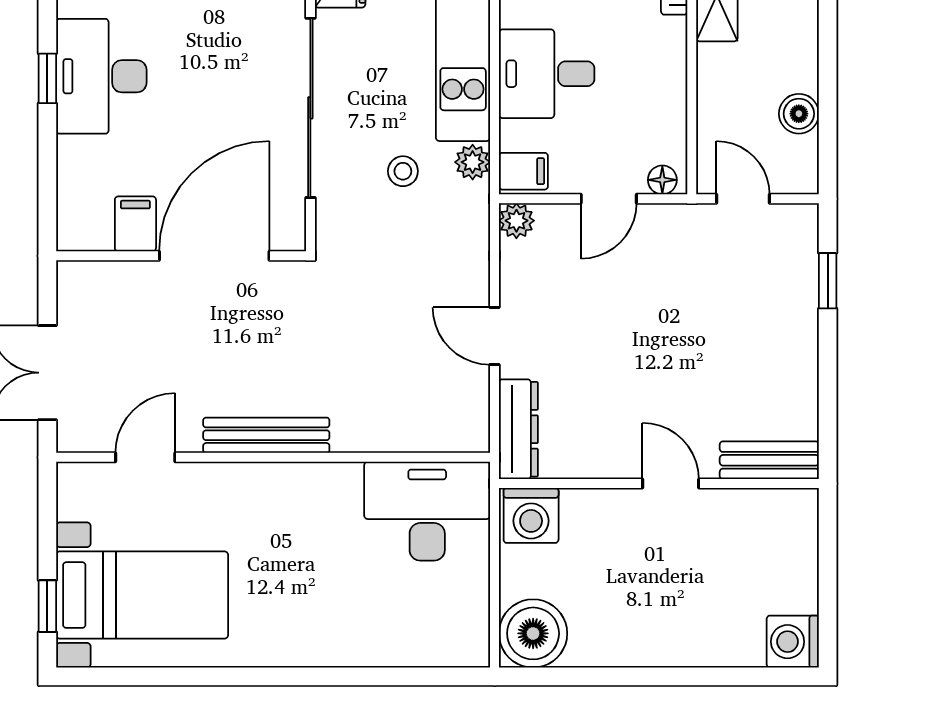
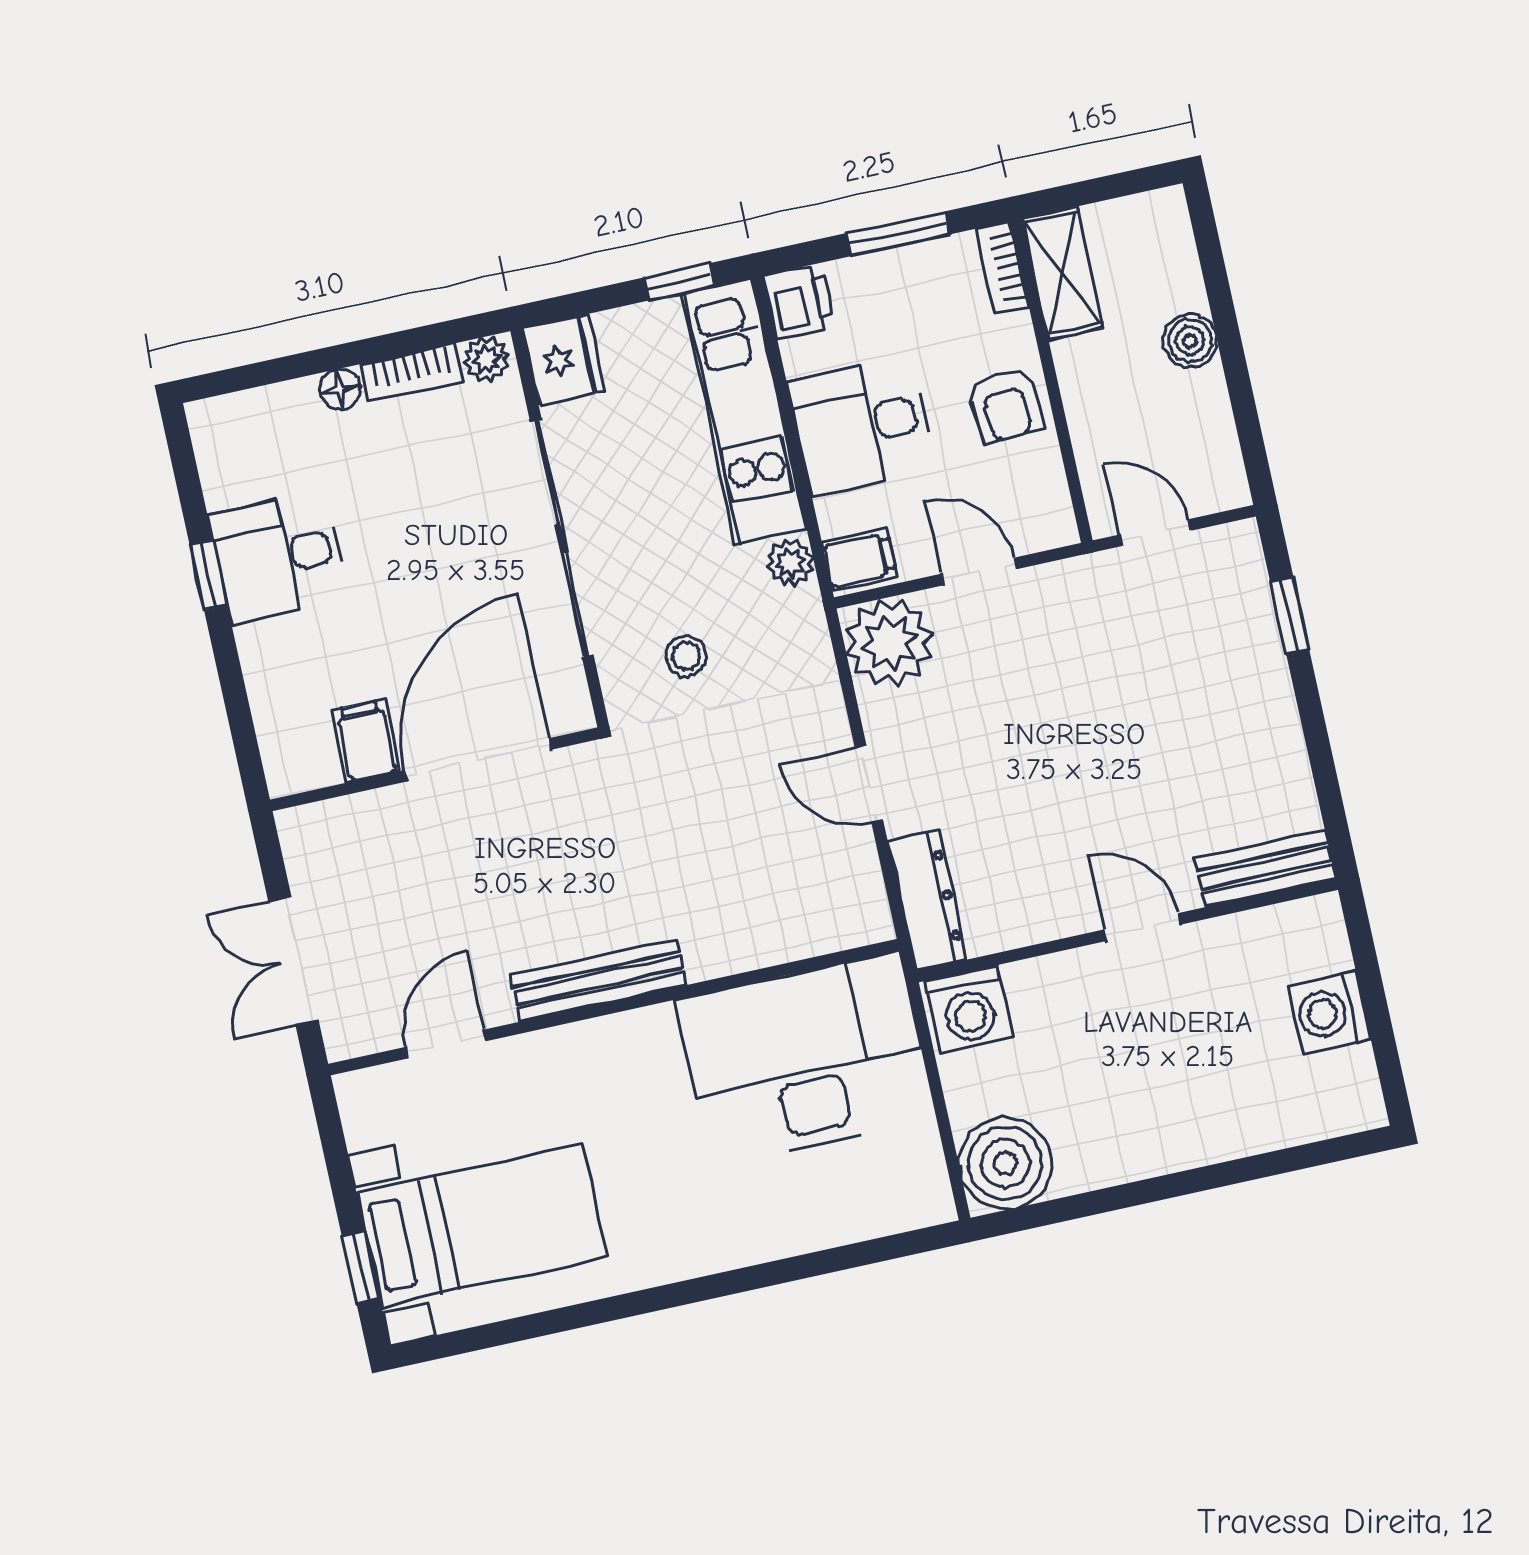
desk: (101, 76) -> (279, 557), width x0.73
armchair: (654, 82) -> (1005, 405), added
boiler: (799, 114) -> (1190, 341), moved
stool: (403, 171) -> (686, 656), moved
floor lamp: (662, 180) -> (1044, 531), removed
door: (609, 199) -> (979, 571), swing flipped
plant: (516, 221) -> (889, 643), width x1.87, depth x1.87
desk: (427, 511) -> (805, 1059), width x1.36, depth x1.30
washing machine: (793, 642) -> (1329, 1013), moved

